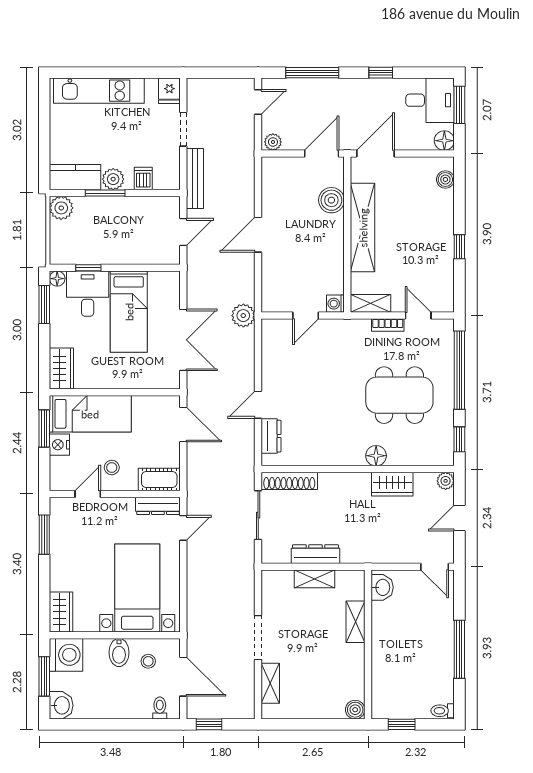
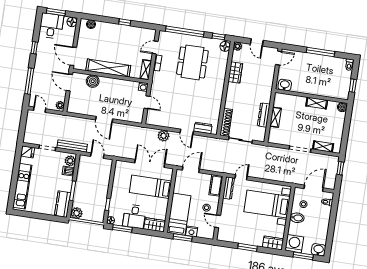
plant: (113, 179) -> (70, 161), moved
desk: (88, 294) -> (134, 216), moved, turned -90
bed: (129, 312) -> (150, 187), moved, turned 180
plant: (243, 316) -> (163, 136), moved
floor lamp: (376, 456) -> (225, 46), moved
door: (183, 528) -> (241, 177), hinge flipped
window: (44, 535) -> (247, 247), moved
shelving: (356, 622) -> (317, 103), moved
window: (209, 724) -> (340, 168), moved

